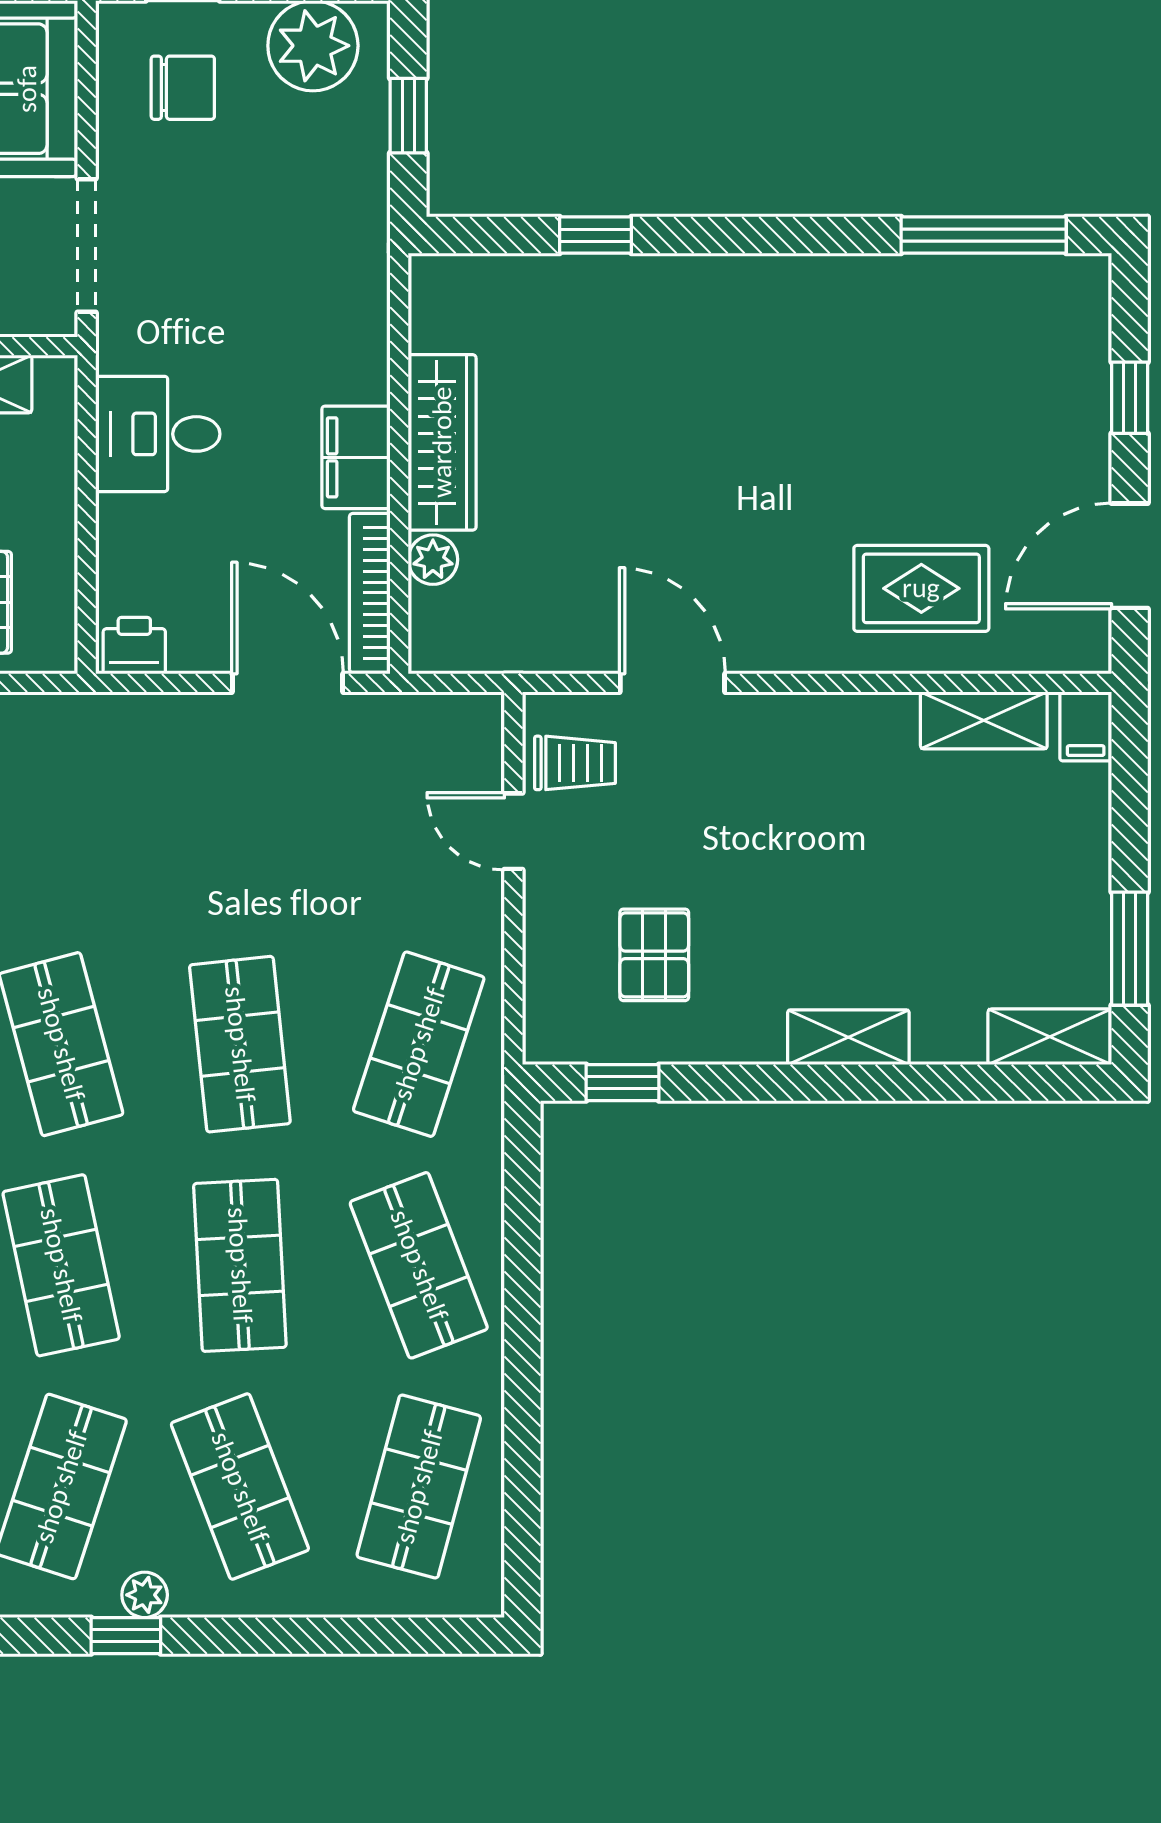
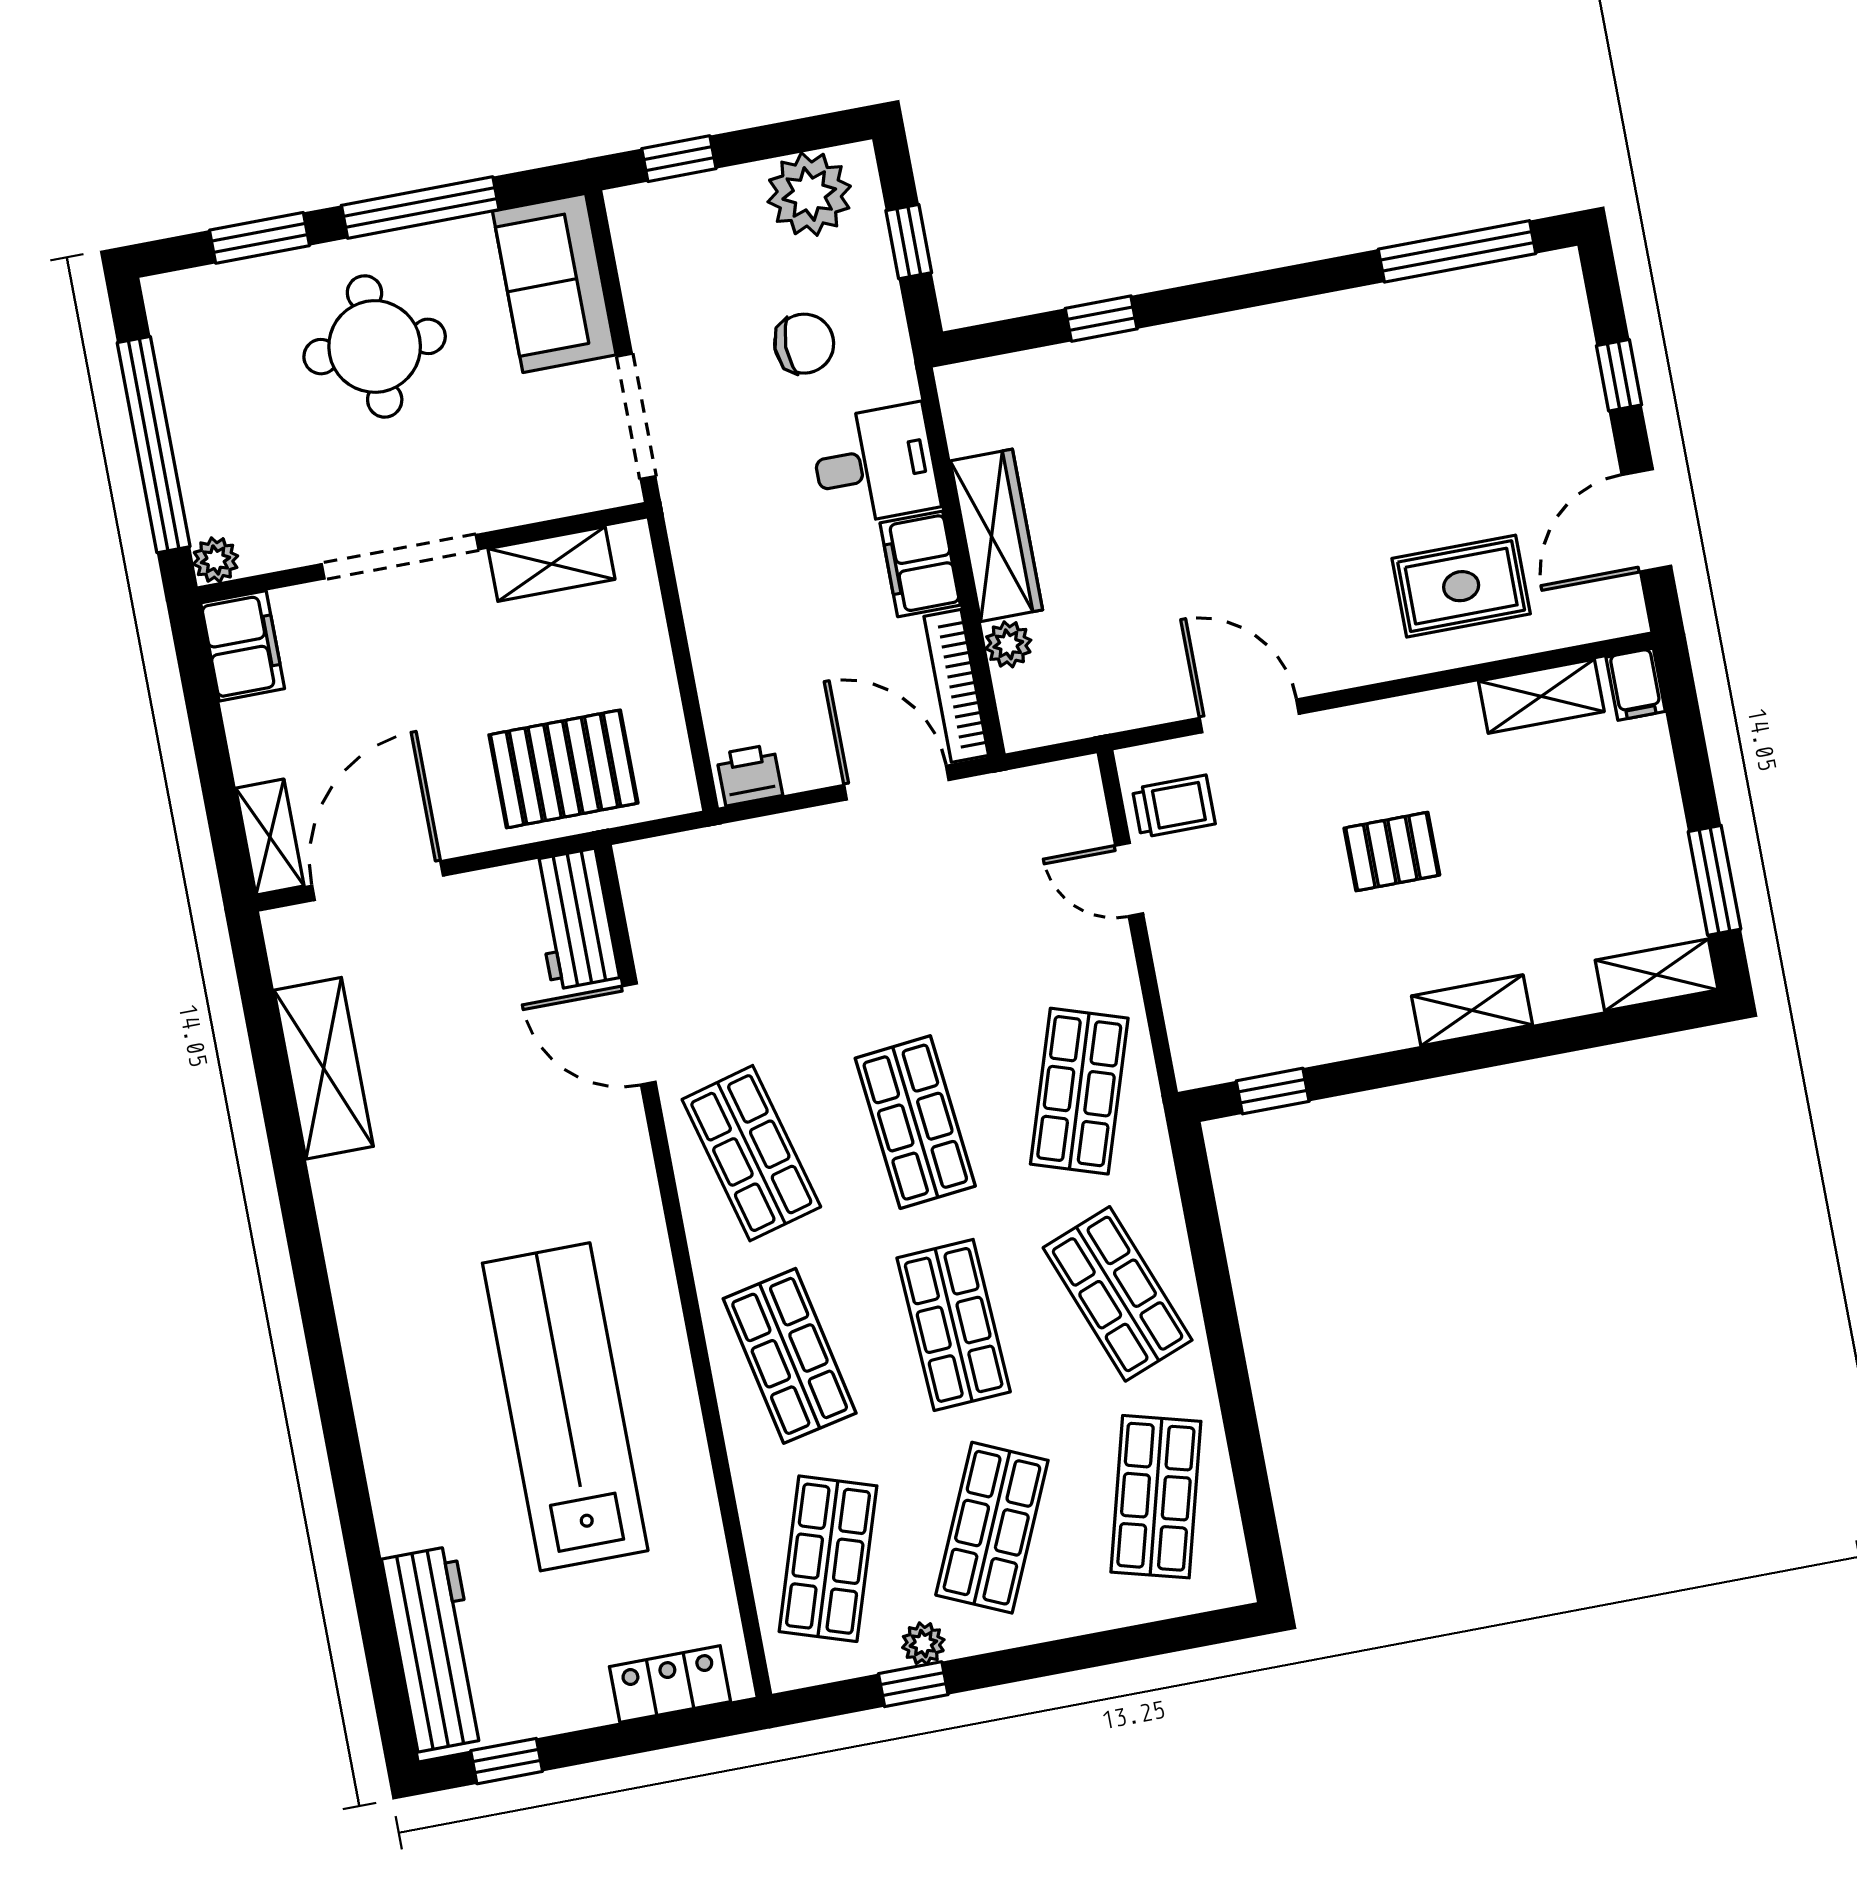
chair: (183, 88) -> (804, 344), moved
desk: (158, 434) -> (875, 465), moved, turned 180
pallet: (654, 955) -> (1392, 852), moved, turned 90
shop shelf: (240, 1487) -> (992, 1528), turned 45

